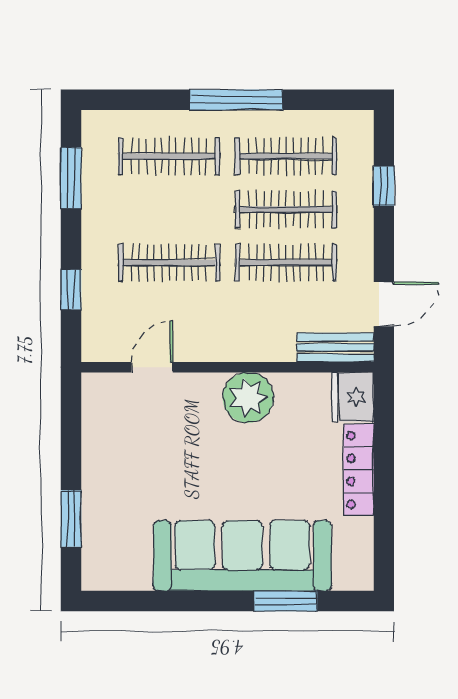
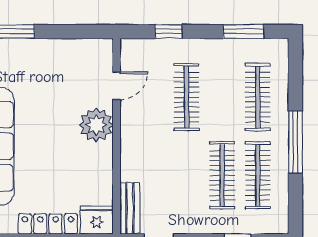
clothes rail: (286, 263) -> (187, 175), removed
door: (152, 367) -> (117, 86), hinge flipped
plant: (248, 398) -> (96, 125), moved

